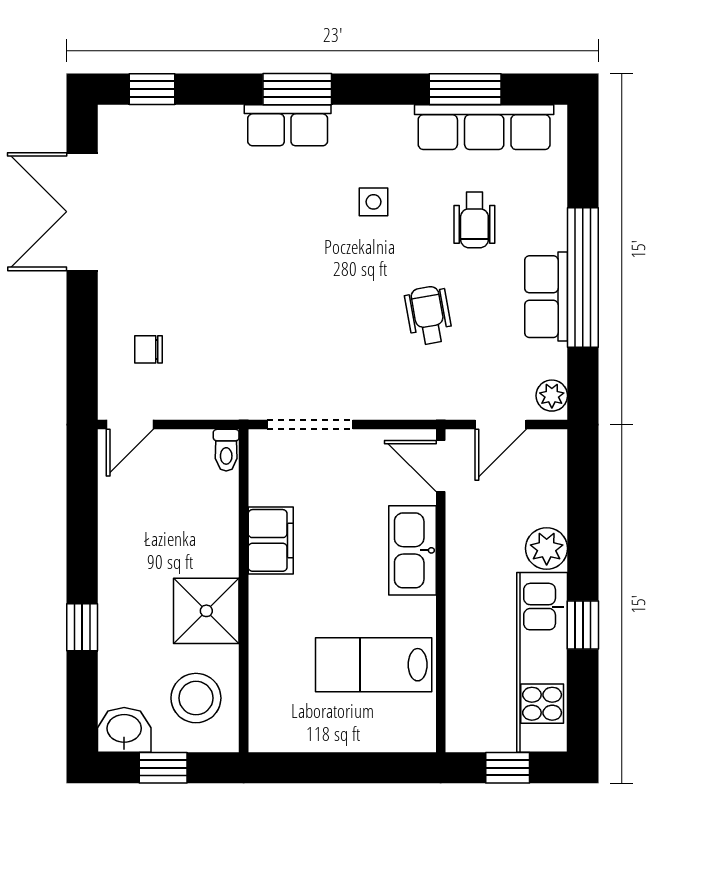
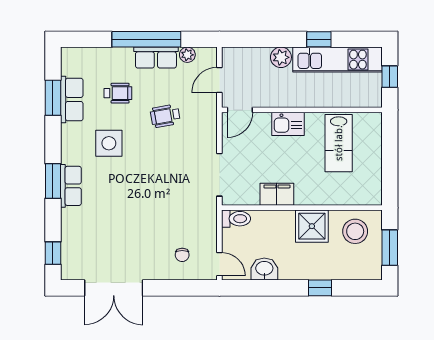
row of seats: (484, 127) -> (72, 99), width x0.68
side table: (373, 202) -> (109, 143), width x1.87, depth x1.87
plant: (552, 396) -> (187, 55), moved
door: (501, 425) -> (219, 80), swing flipped
toilet: (226, 450) -> (236, 219), width x1.37, depth x1.39
kitchen sink: (412, 550) -> (288, 124), width x0.73
washbasin: (124, 730) -> (264, 269), moved, turned 90
window: (163, 768) -> (390, 248), width x1.50

